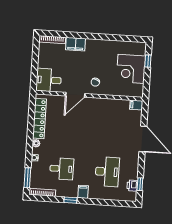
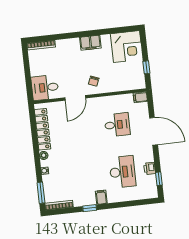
filing cabinet: (75, 44) -> (90, 43), moved
window: (148, 61) -> (146, 67), moved
corner desk: (131, 69) -> (127, 47), moved, turned -90
desk: (62, 169) -> (117, 125), moved
printer: (132, 186) -> (150, 168), moved

